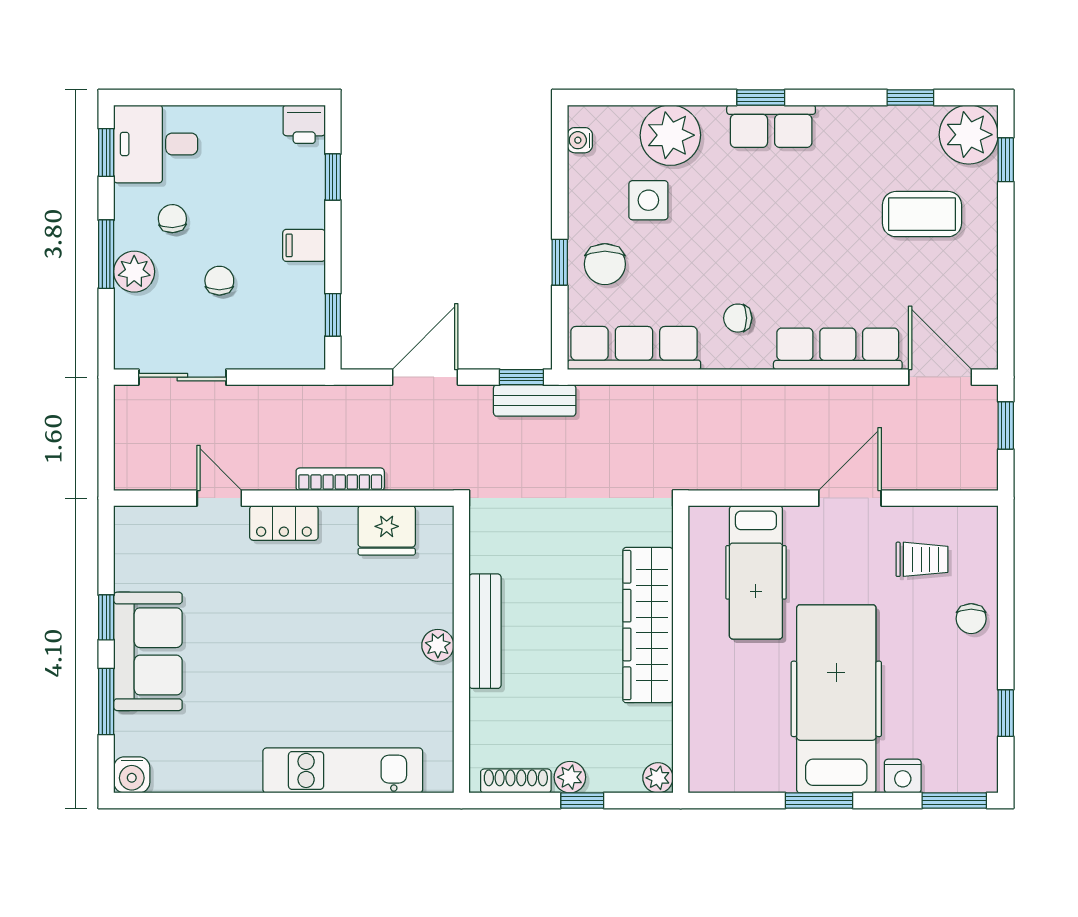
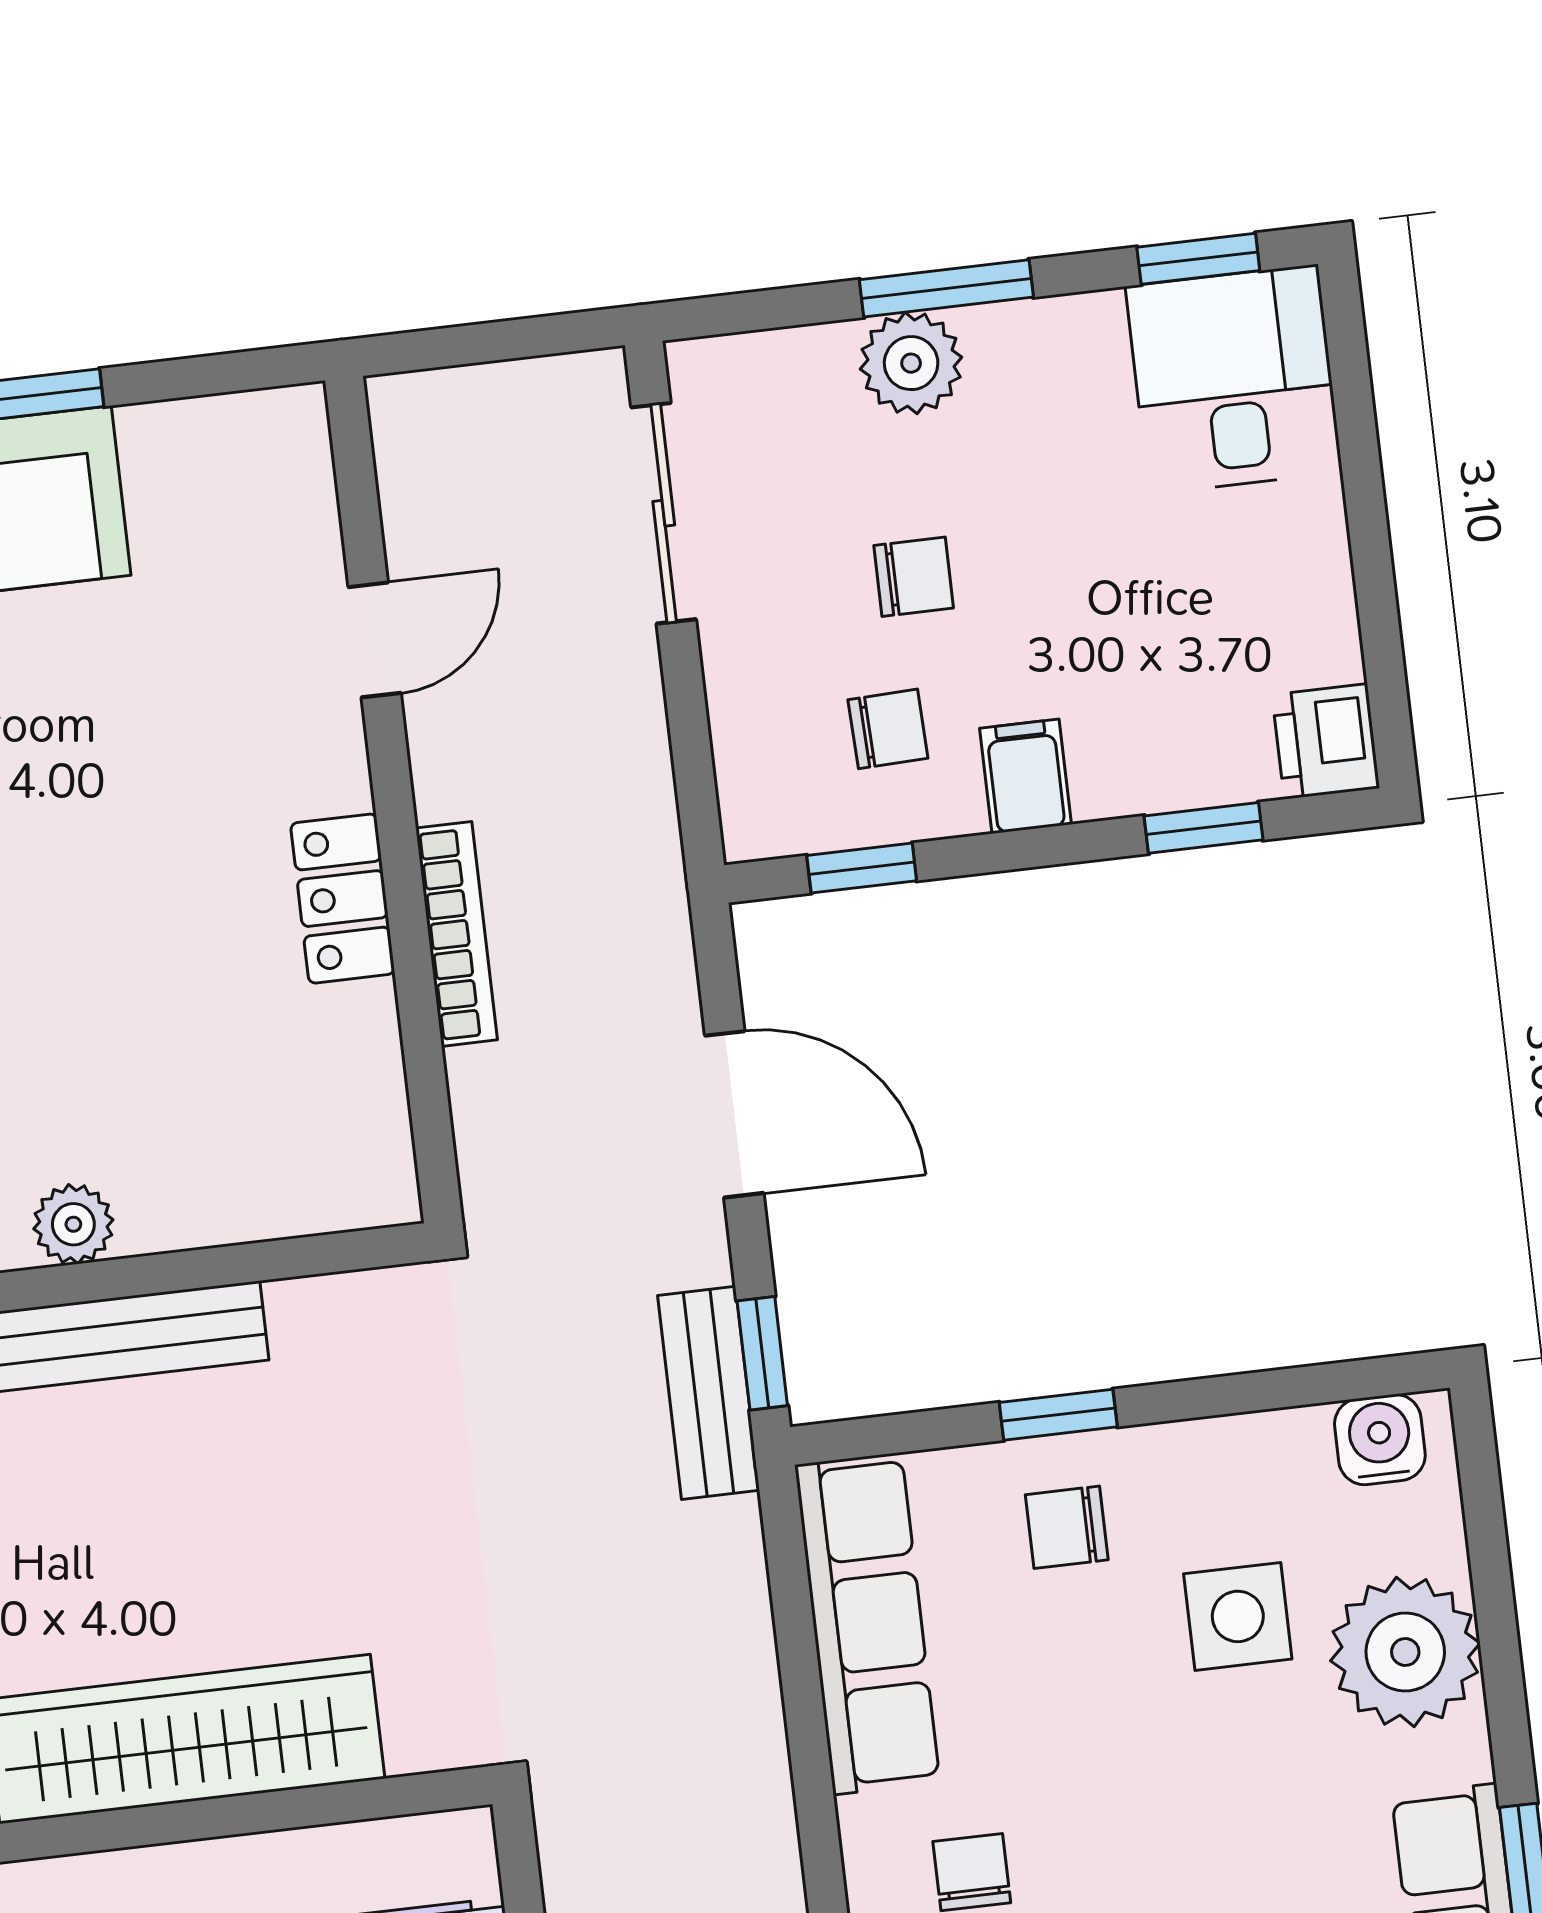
water cooler: (580, 140) -> (1380, 1440), width x1.38, depth x1.38
chair: (172, 219) -> (888, 729), moved
chair: (605, 264) -> (1067, 1527), width x0.73, depth x0.73
locker: (284, 523) -> (343, 899), moved
fridge: (387, 530) -> (344, 1064), removed

